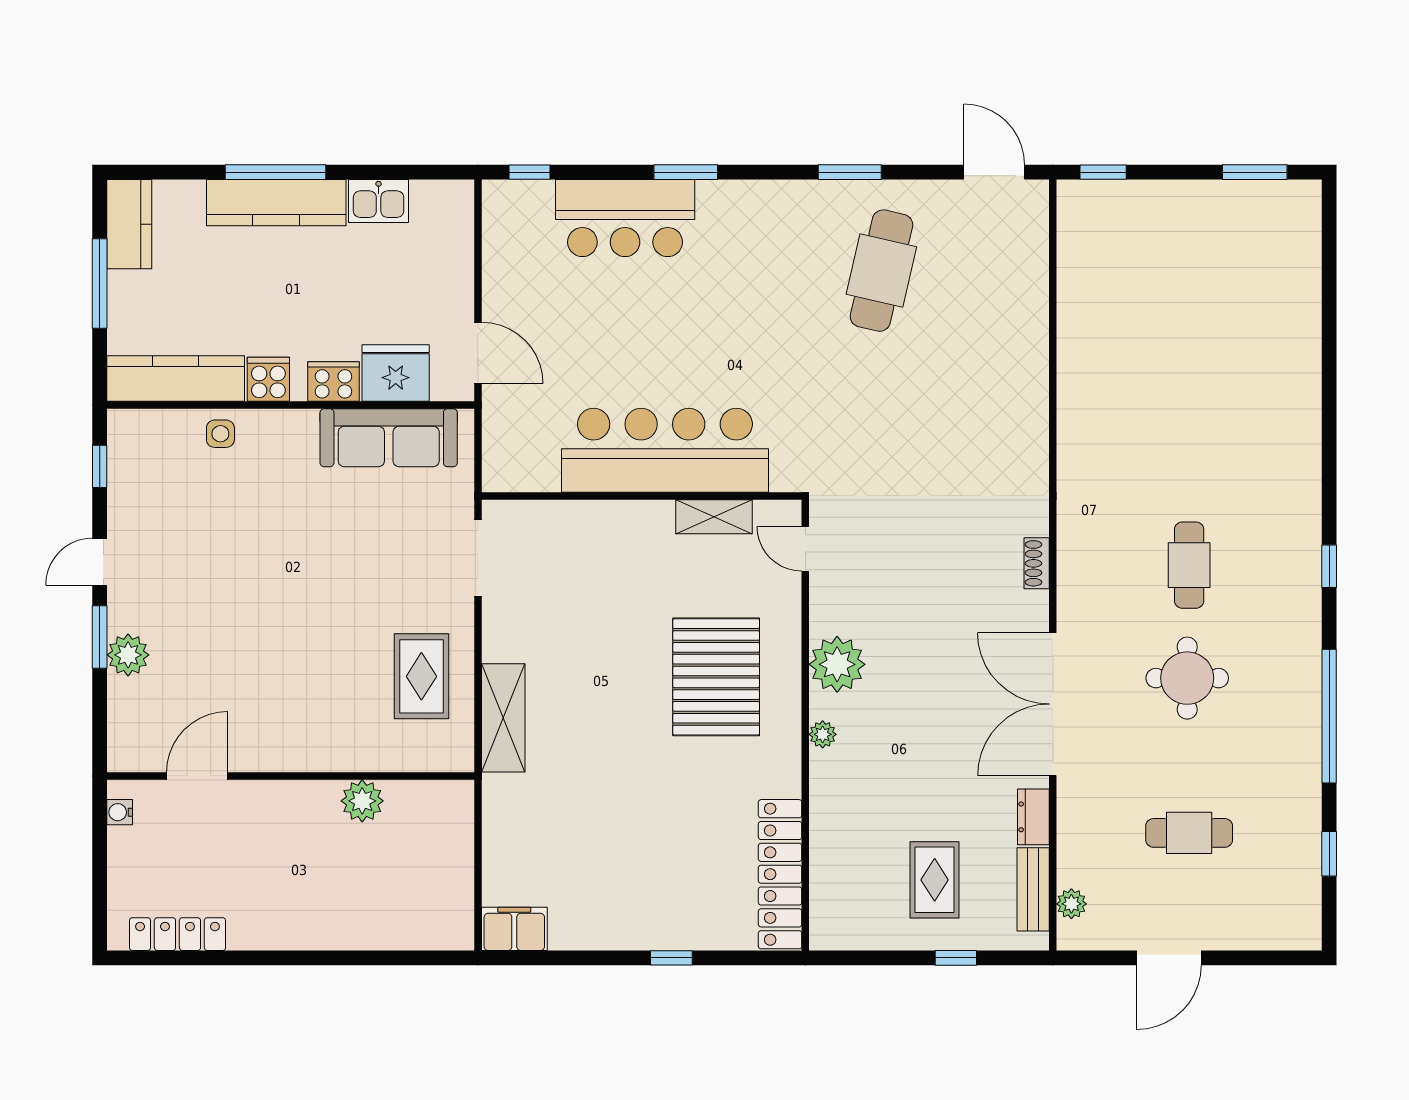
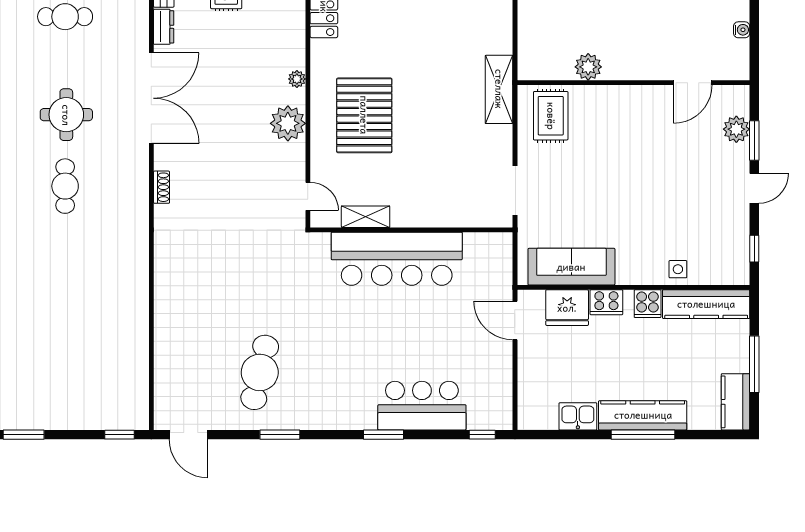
door: (197, 776) -> (693, 83), moved
wall: (291, 776) -> (633, 83), moved
plant: (362, 801) -> (588, 67), moved

